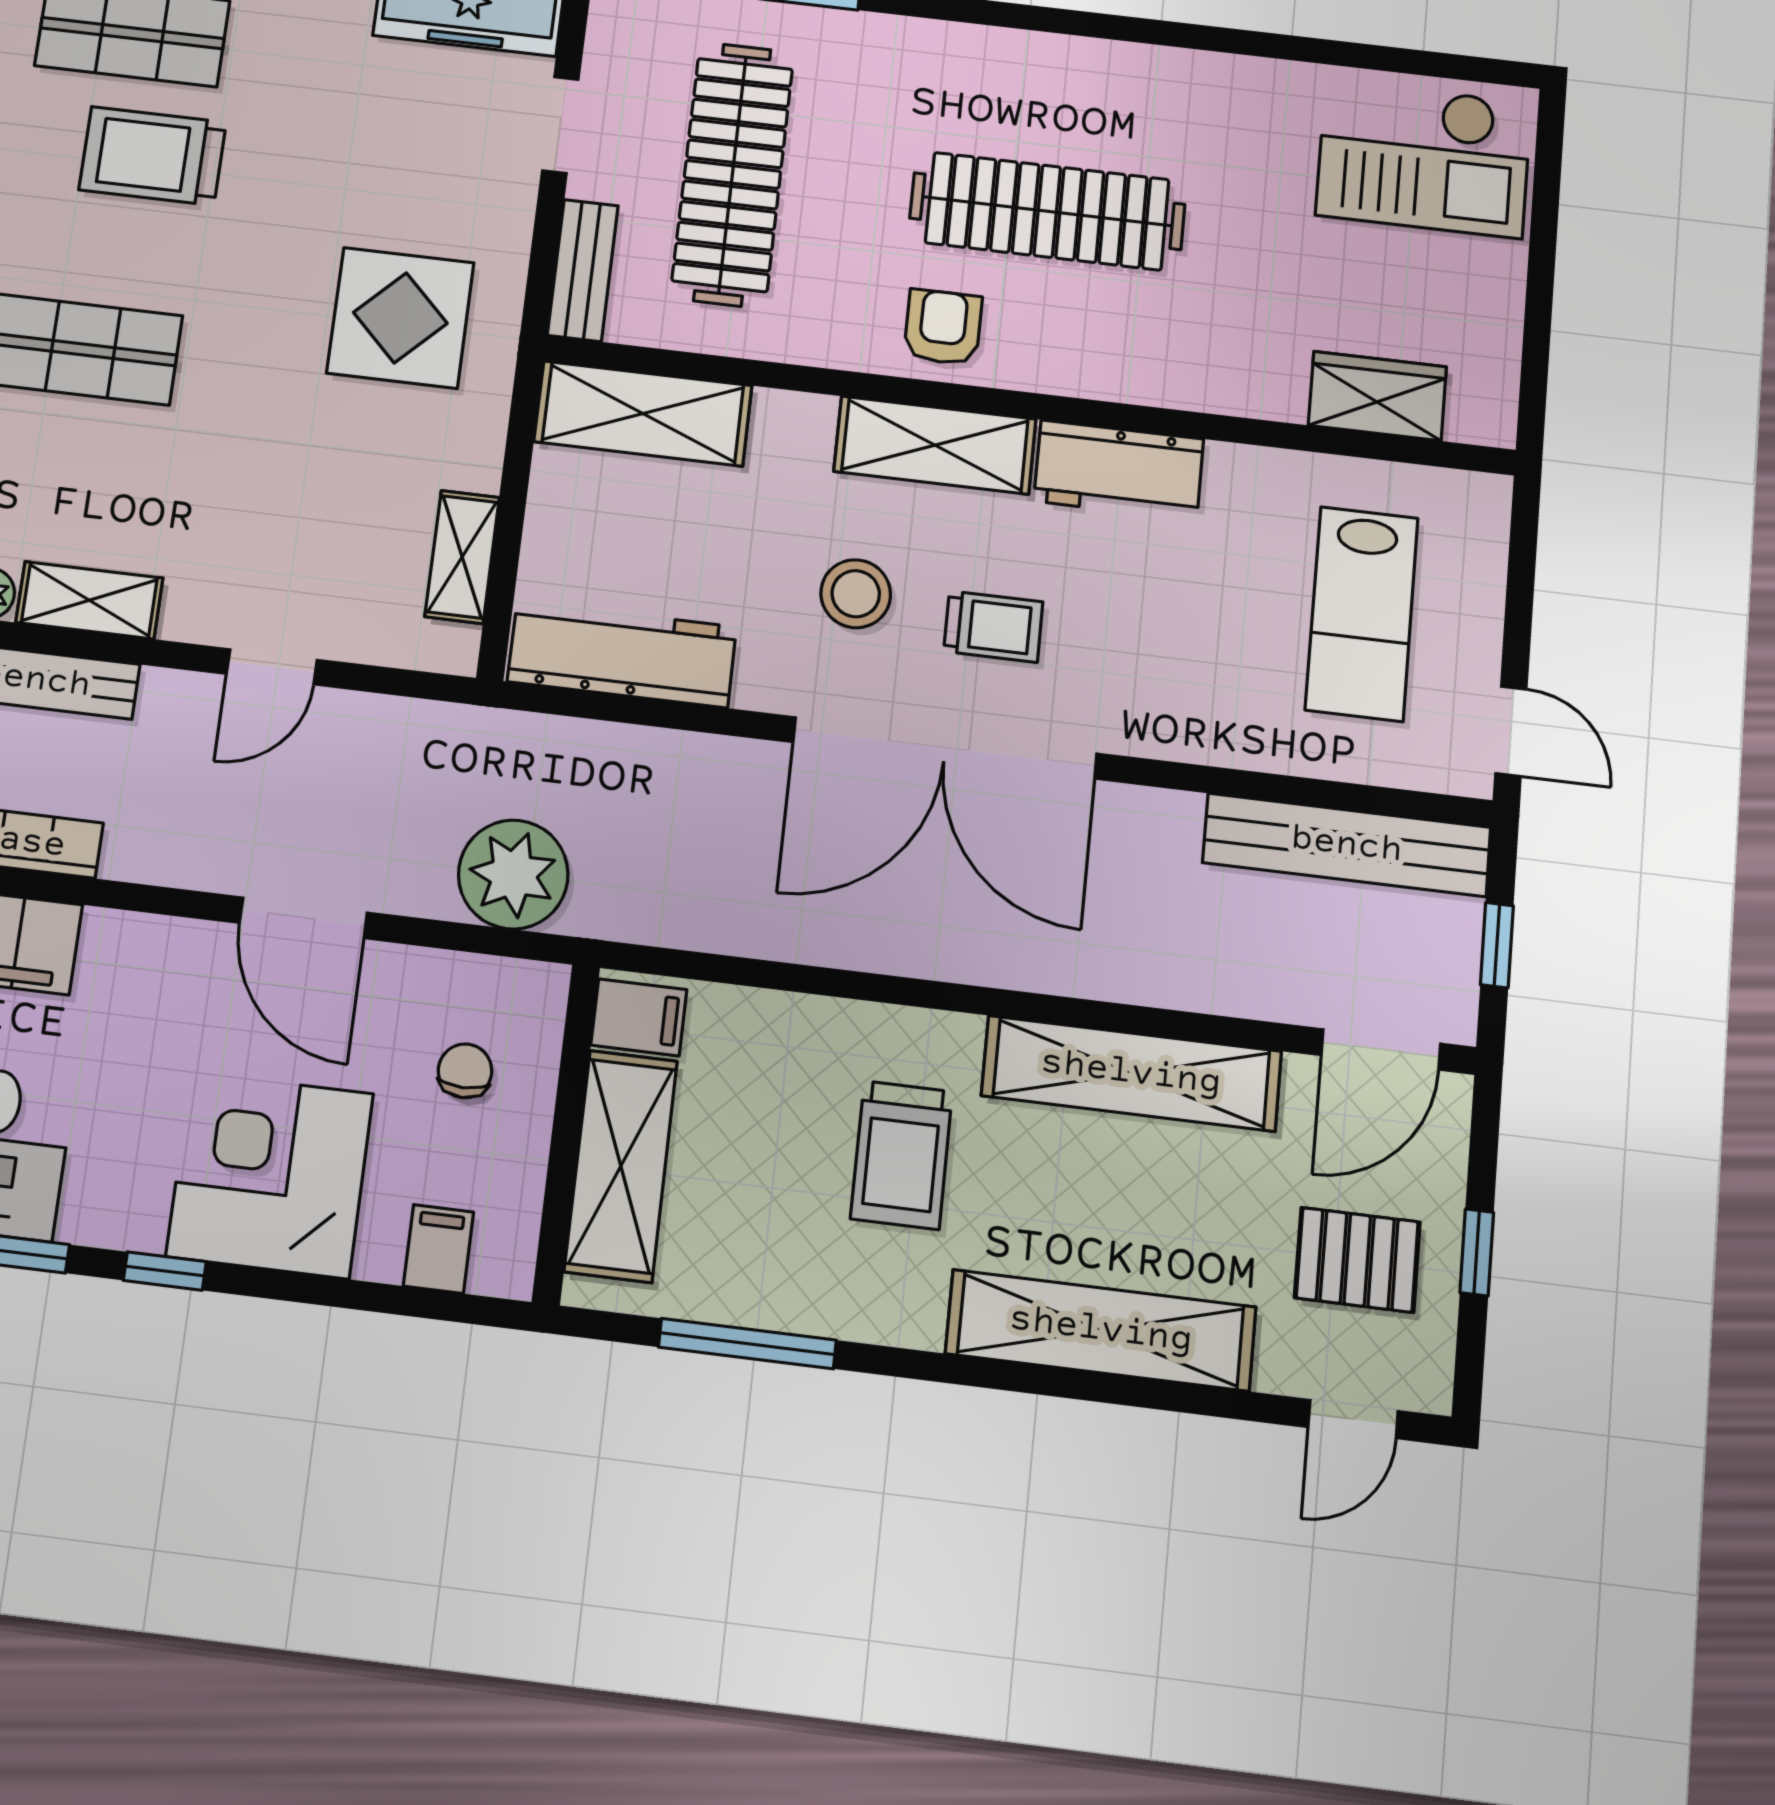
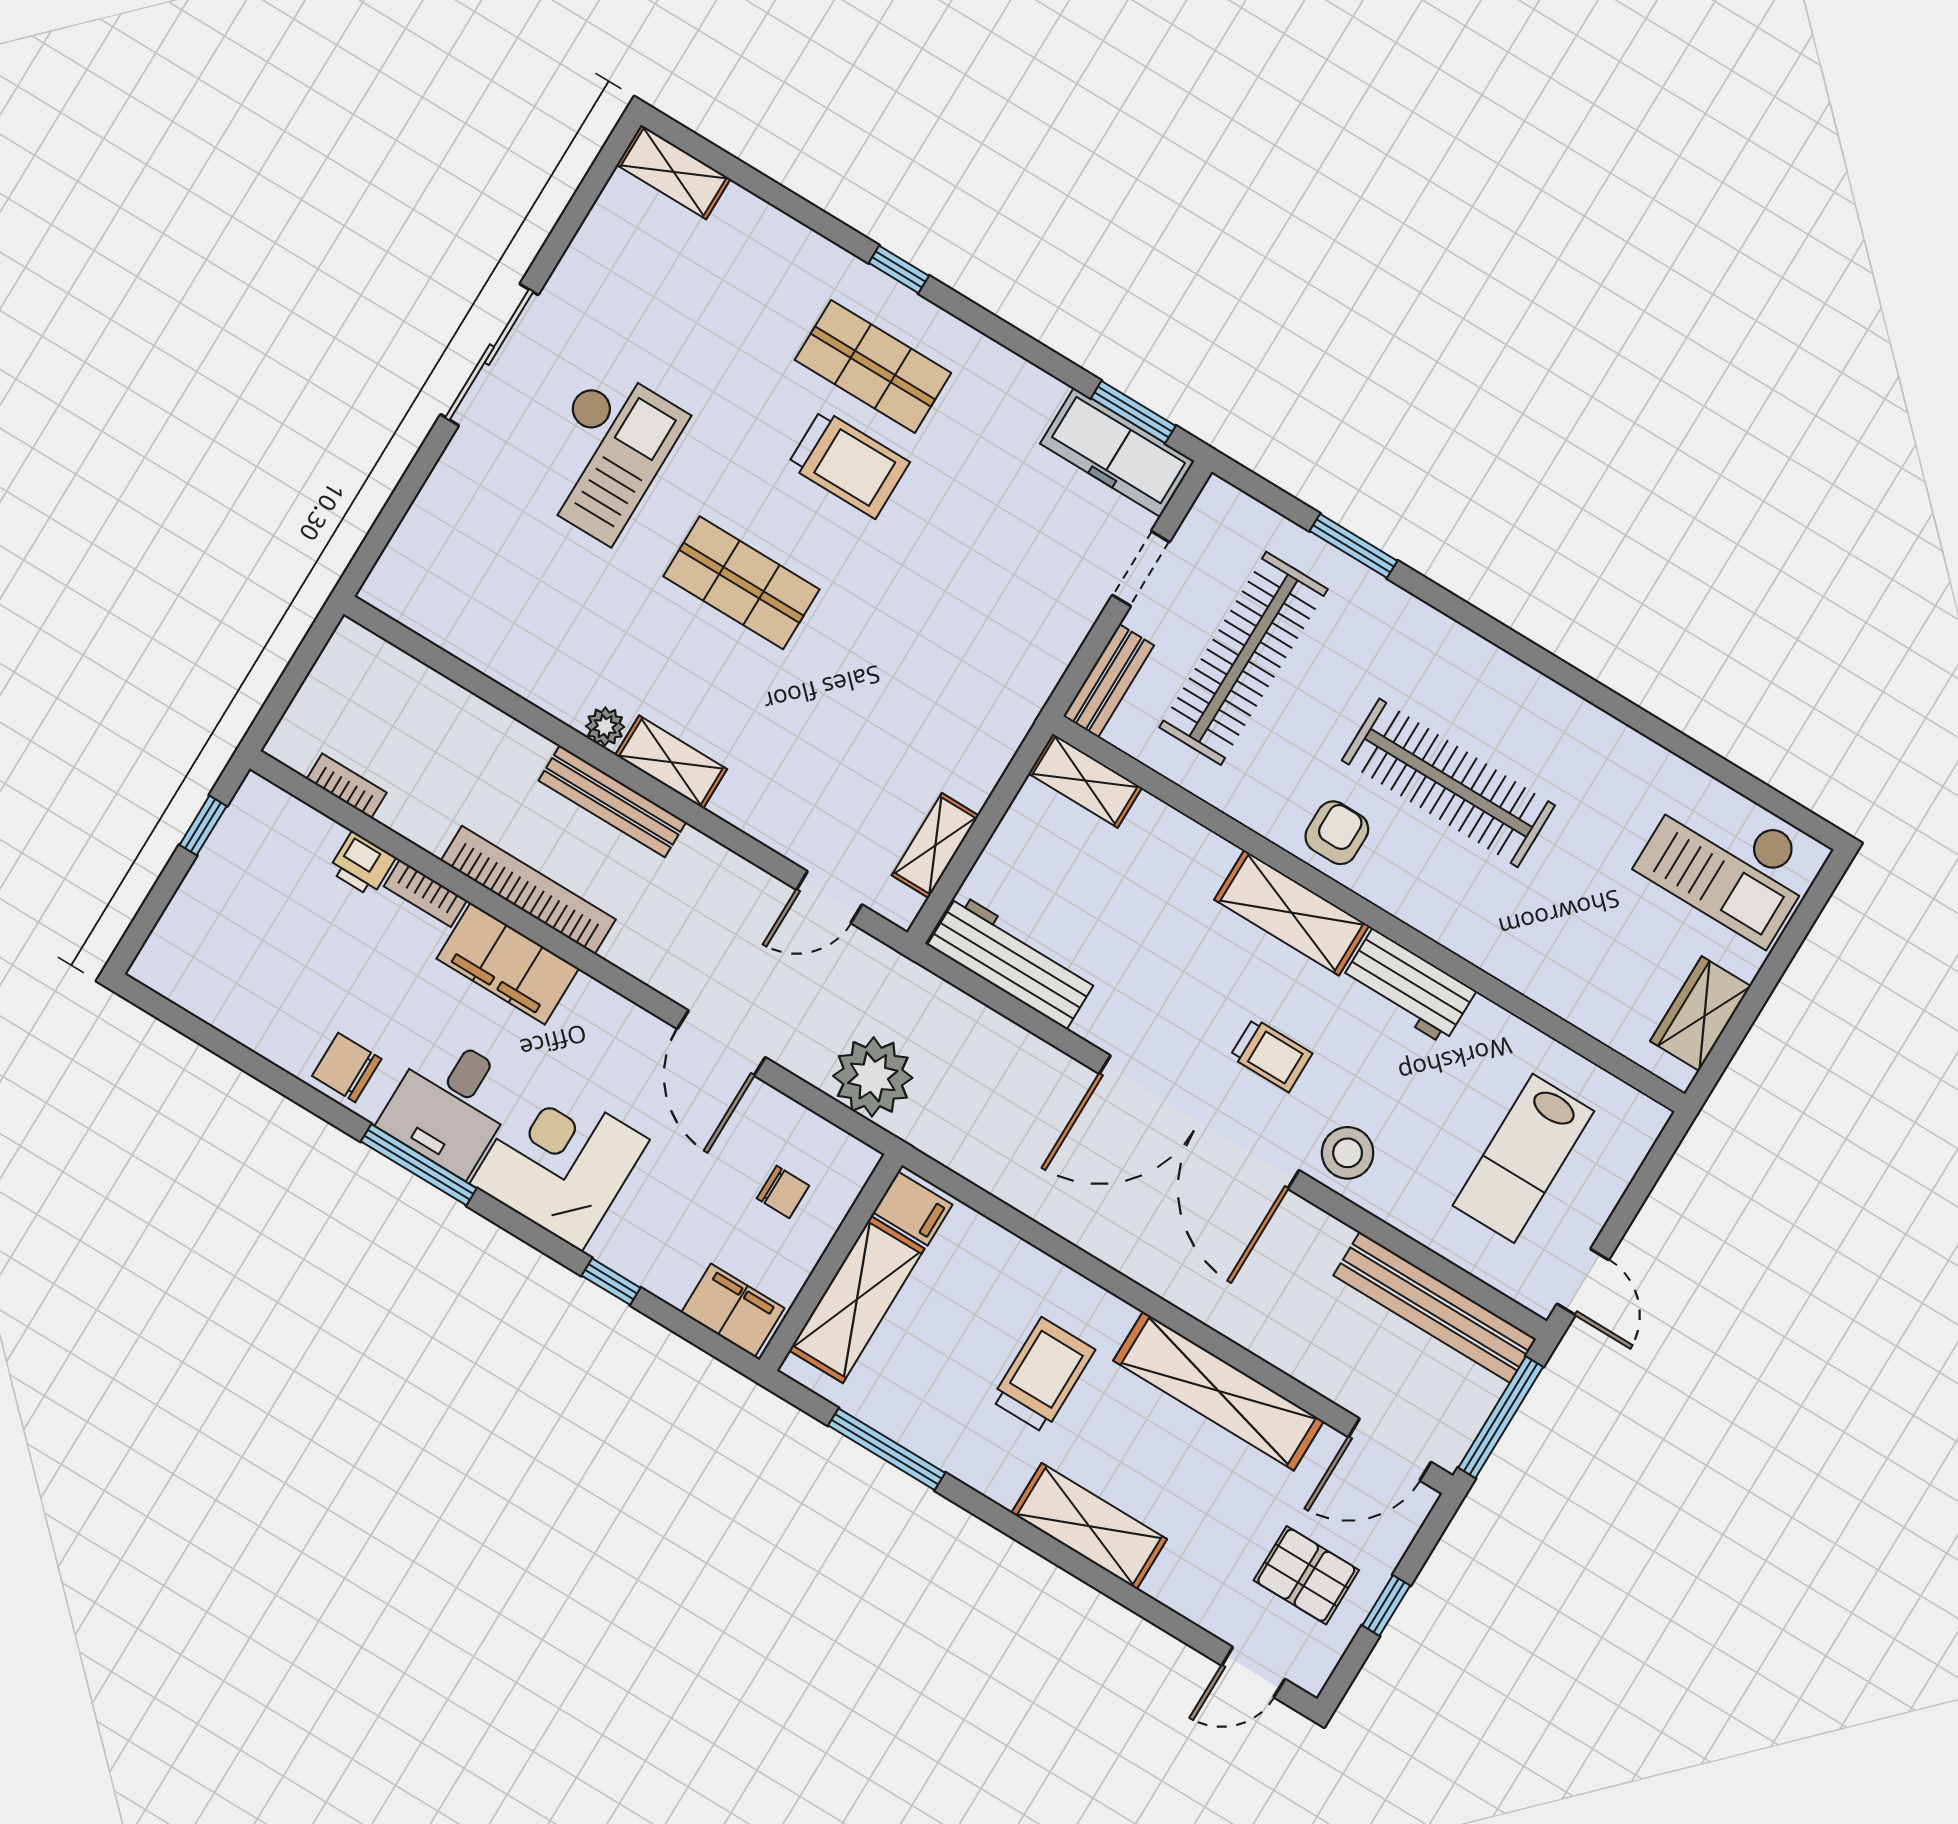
trolley: (153, 156) -> (848, 464), turned 180
display table: (400, 318) -> (968, 658), removed
wardrobe: (1377, 396) -> (1700, 1014), moved, turned -90
shelving: (643, 414) -> (1085, 780), width x0.67, depth x0.75
stool: (856, 594) -> (1348, 1153), moved
door: (272, 667) -> (829, 897), moved
window: (1497, 945) -> (1501, 1417), width x2.17
chair: (465, 1071) -> (783, 1192), turned 90
trolley: (902, 1155) -> (1043, 1375), turned 180
corner desk: (270, 1175) -> (560, 1162), moved
filing cabinet: (438, 1249) -> (733, 1310), width x2.00
window: (165, 1271) -> (611, 1282), moved
shelving: (1101, 1330) -> (1089, 1526), width x0.68

